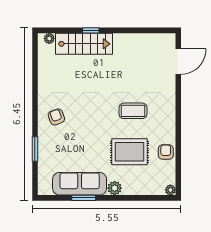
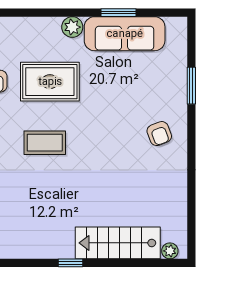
window: (91, 30) -> (71, 263), moved

